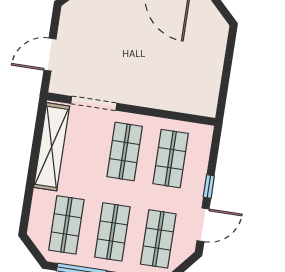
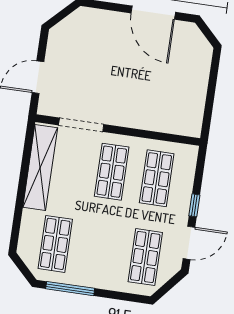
shop shelf: (112, 232) -> (100, 250), removed

